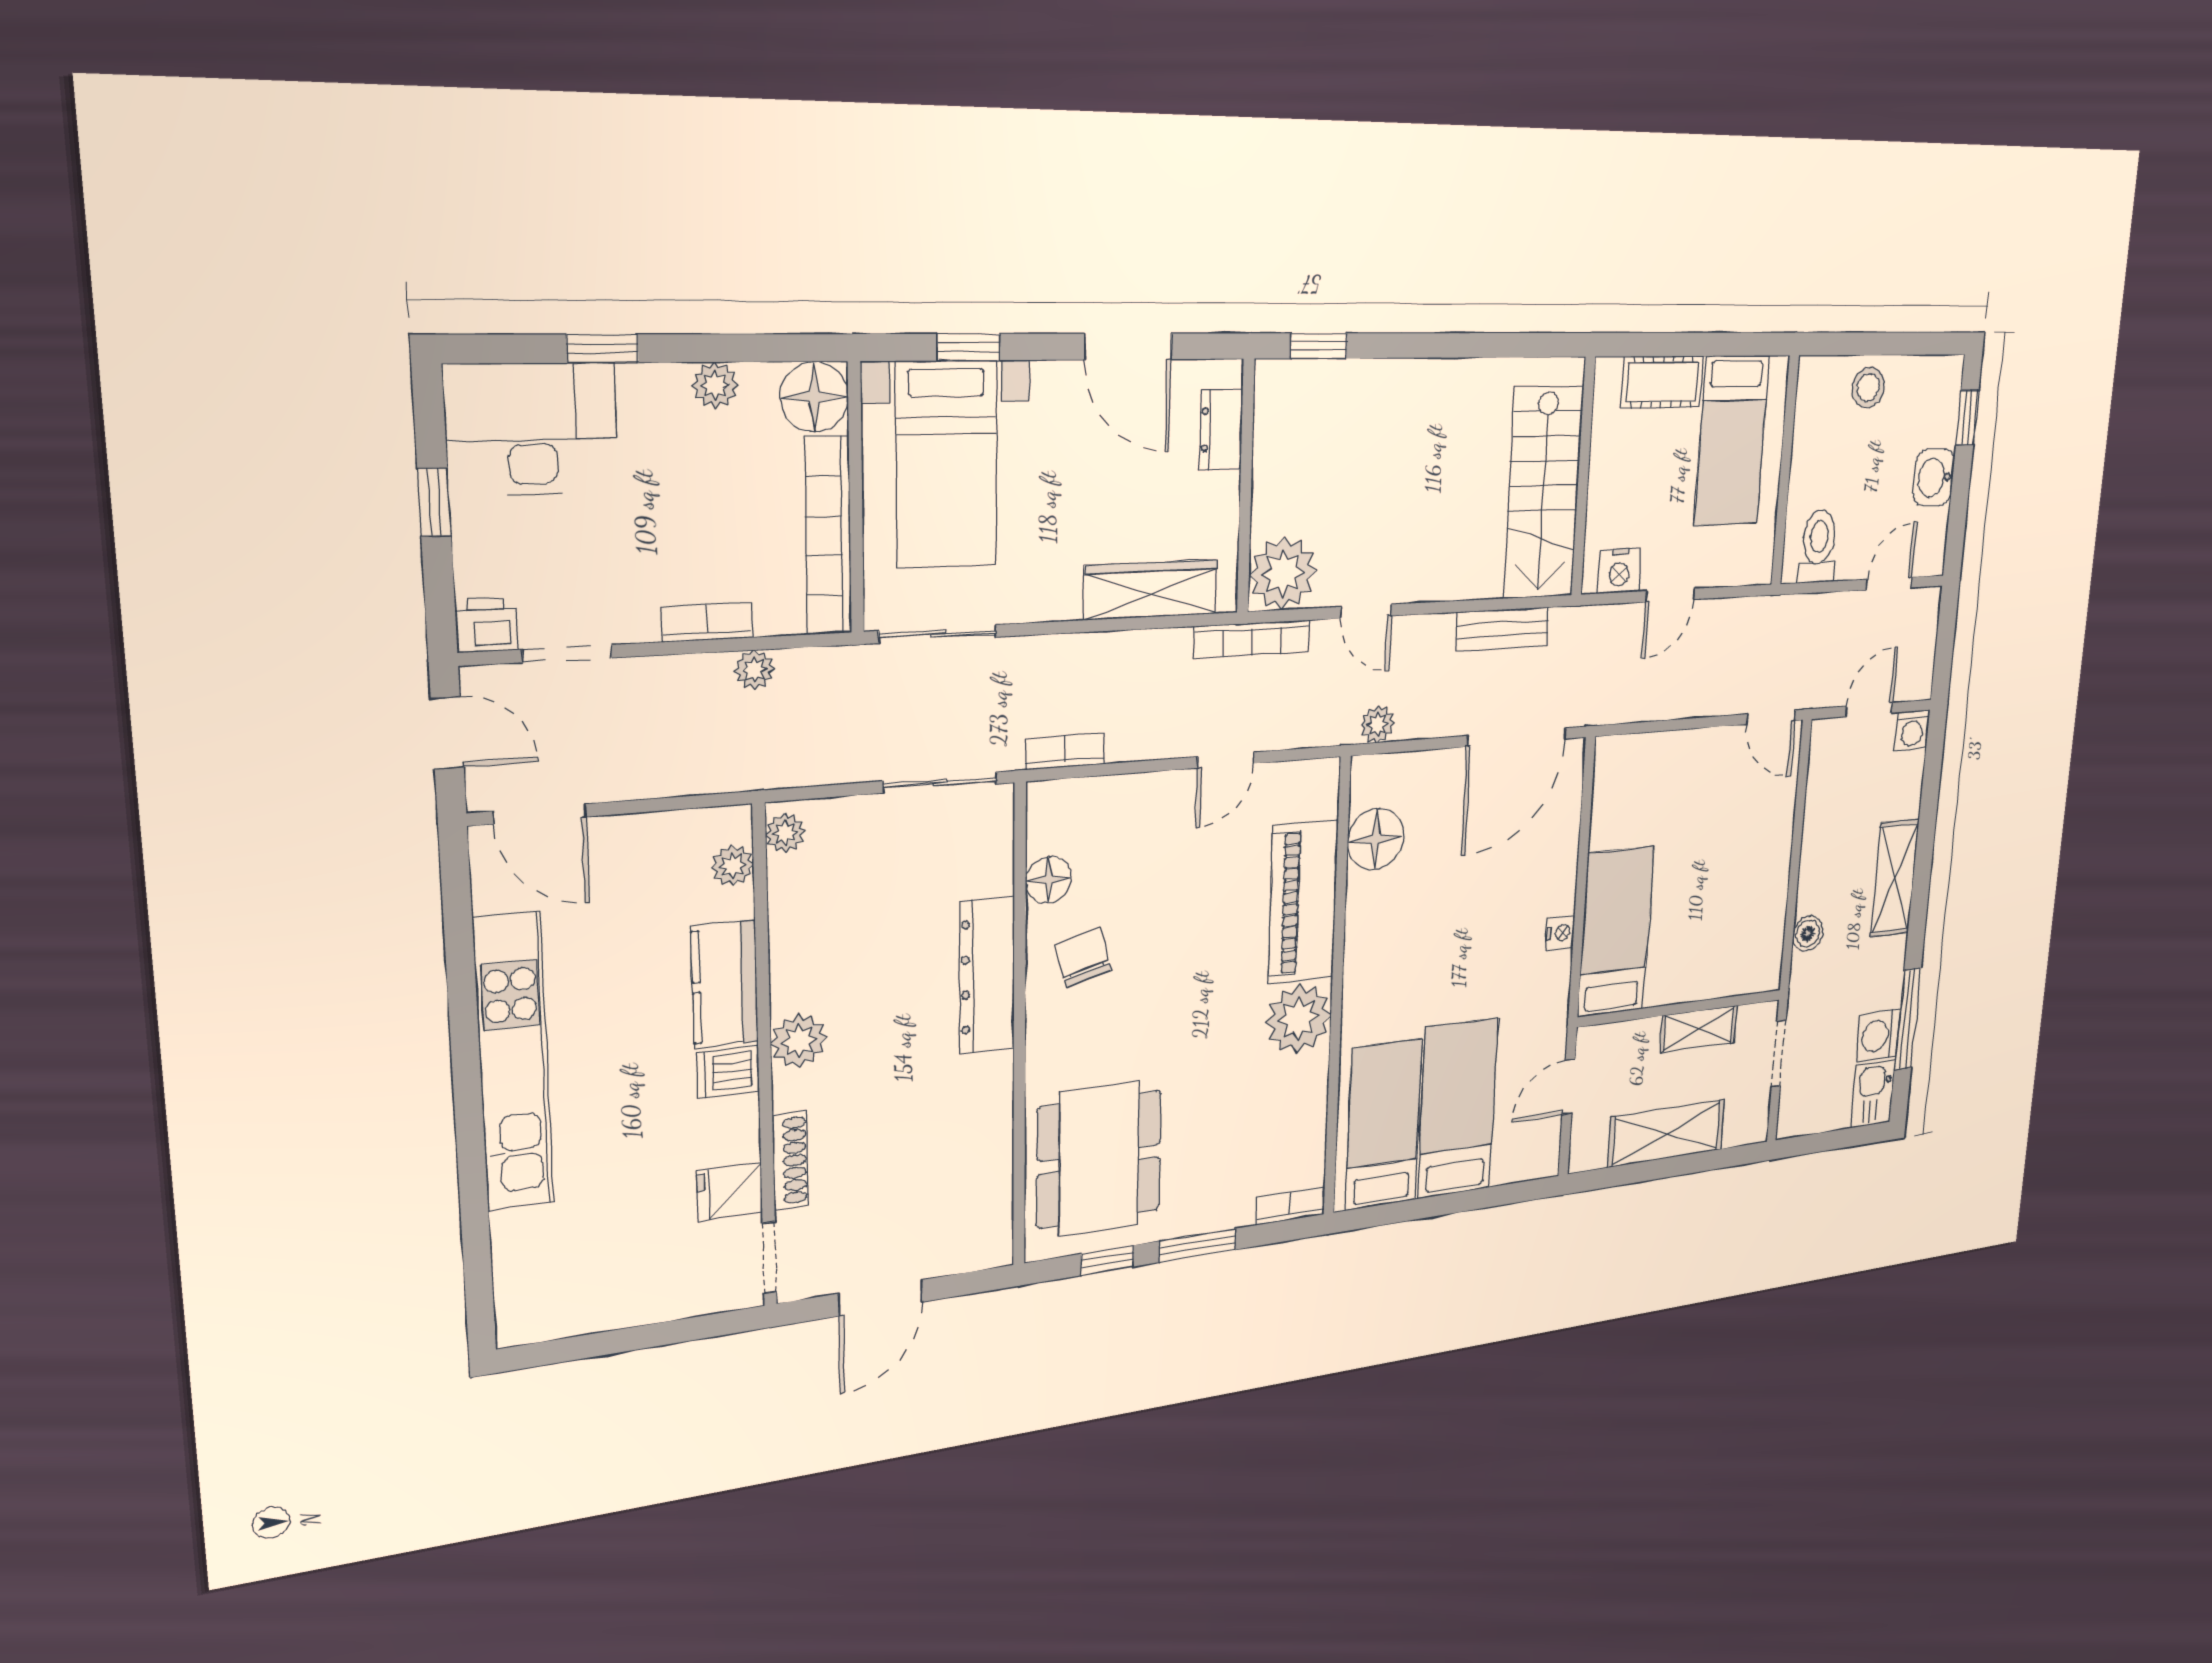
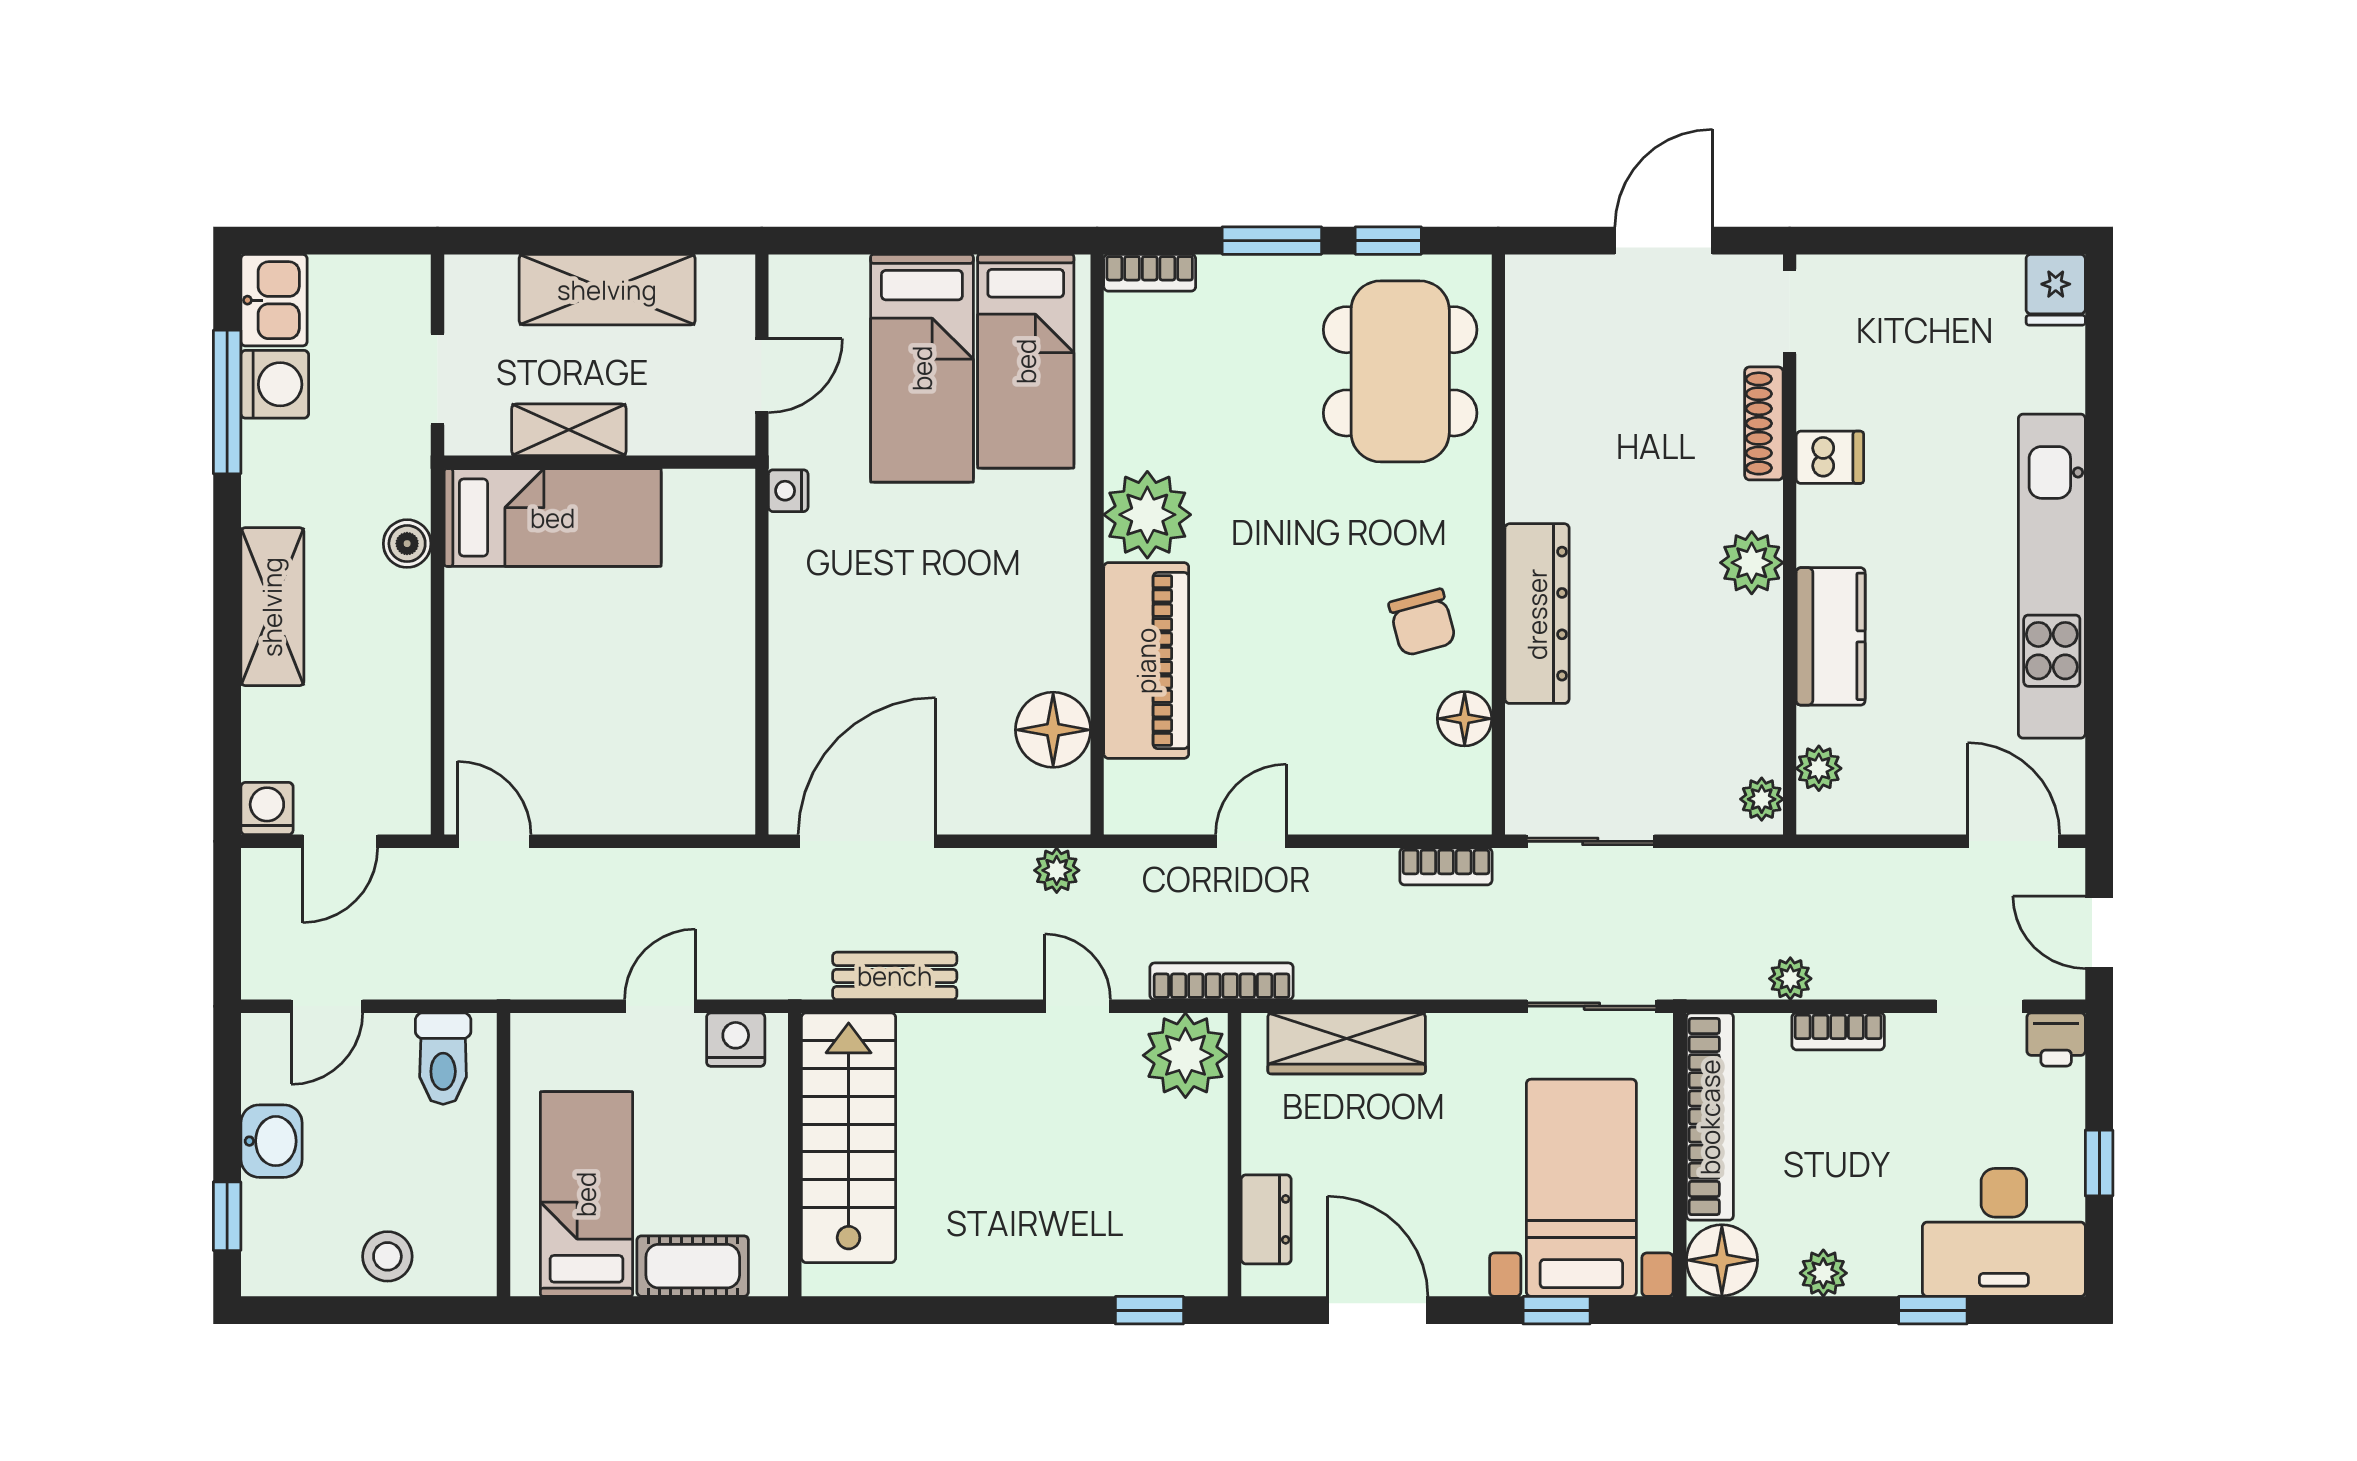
bed: (1616, 932) -> (553, 518), moved, turned -90
nightstand: (1560, 933) -> (788, 491), moved
dishwasher: (728, 1072) -> (1830, 457), moved
fridge: (730, 1192) -> (2056, 290), moved, turned 90

